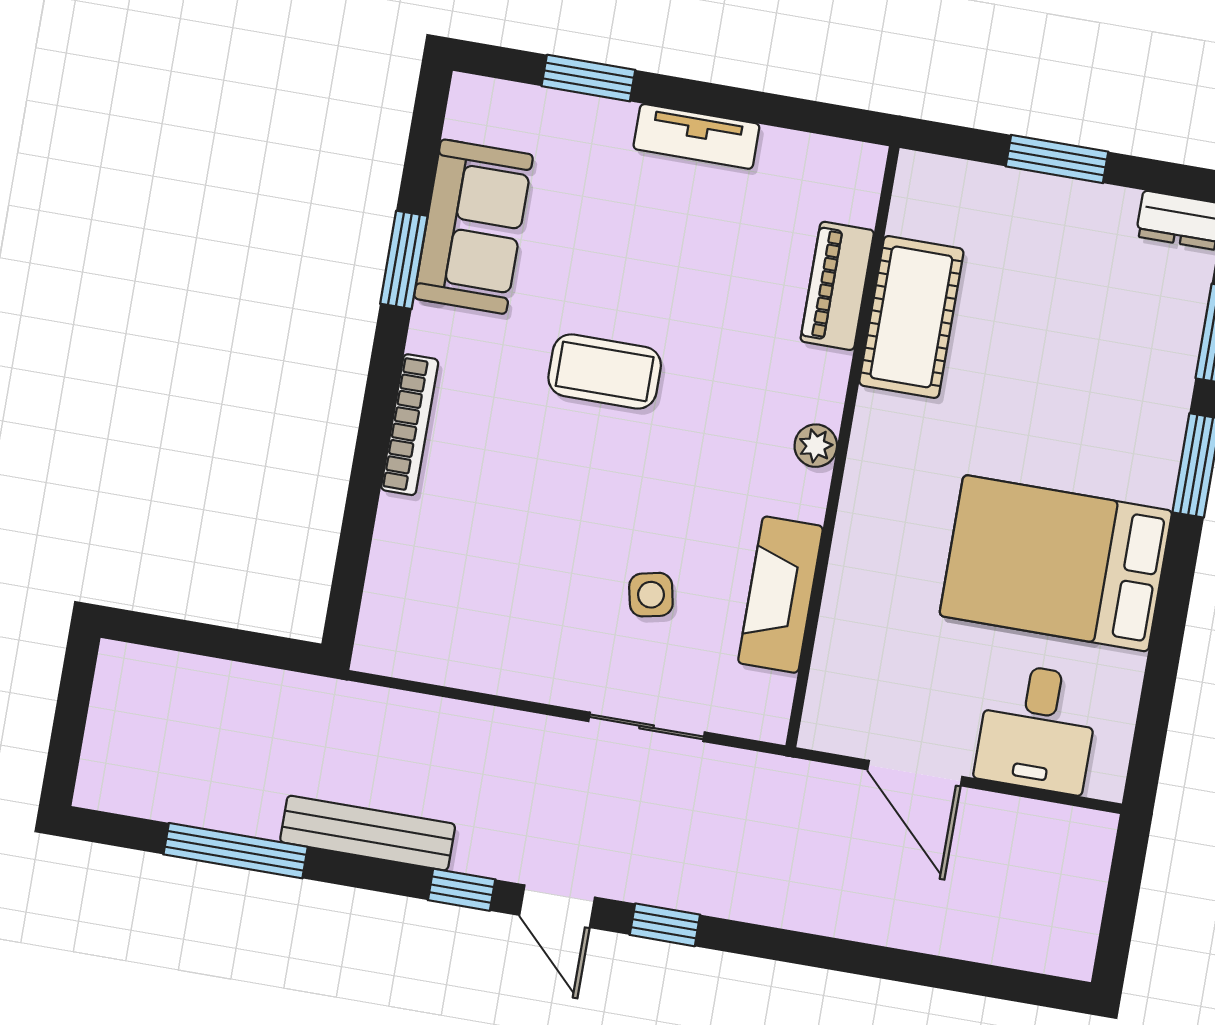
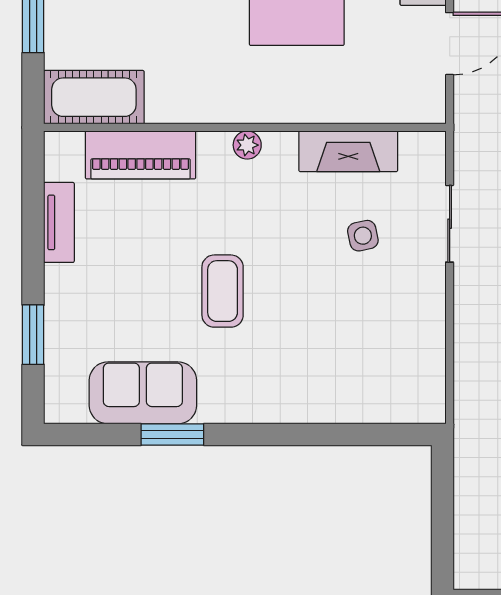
tv unit: (696, 136) -> (59, 222), moved
piano: (837, 286) -> (141, 155), width x1.37, depth x1.33
cot: (911, 317) -> (94, 97), moved
bookcase: (410, 425) -> (279, 412), removed

